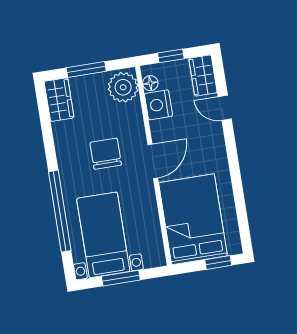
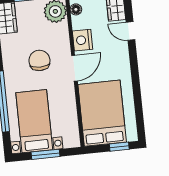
nightstand: (158, 105) -> (83, 40), moved

